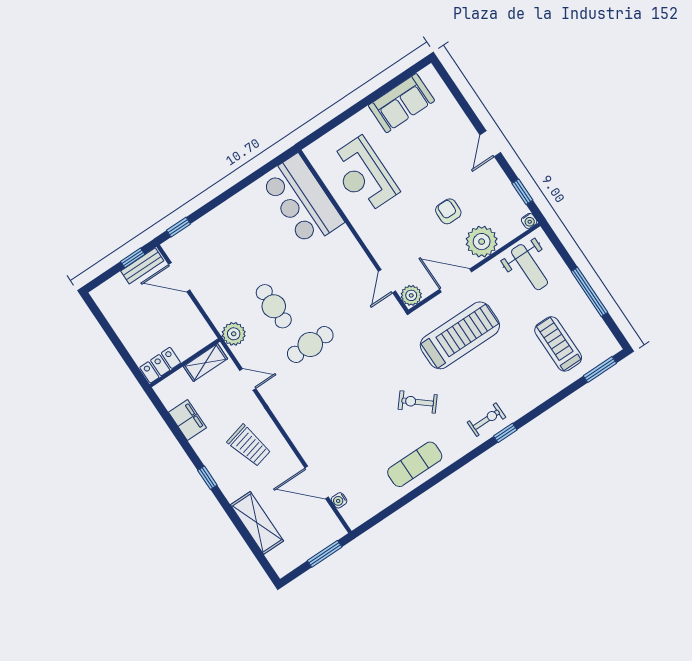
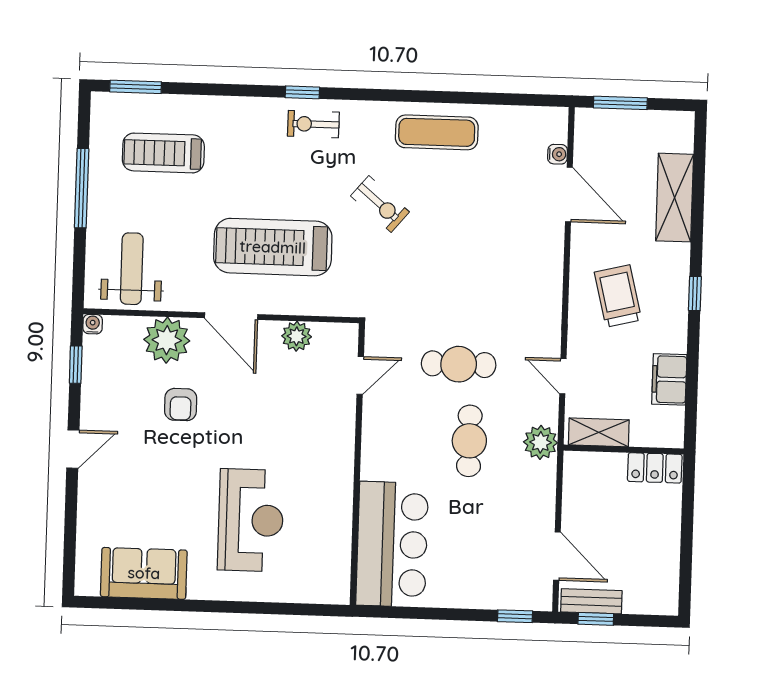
bar counter: (302, 200) -> (392, 544), moved
wall: (353, 231) -> (357, 464), moved
door: (387, 281) -> (360, 375), moved
treadmill: (558, 344) -> (163, 153), turned 90

